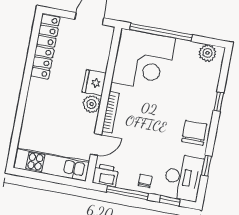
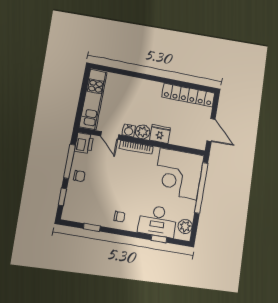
window: (219, 102) -> (159, 239), moved
water cooler: (90, 121) -> (129, 131), added
chair: (194, 133) -> (119, 217), width x0.54, depth x0.54
desk: (183, 177) -> (158, 221), moved

